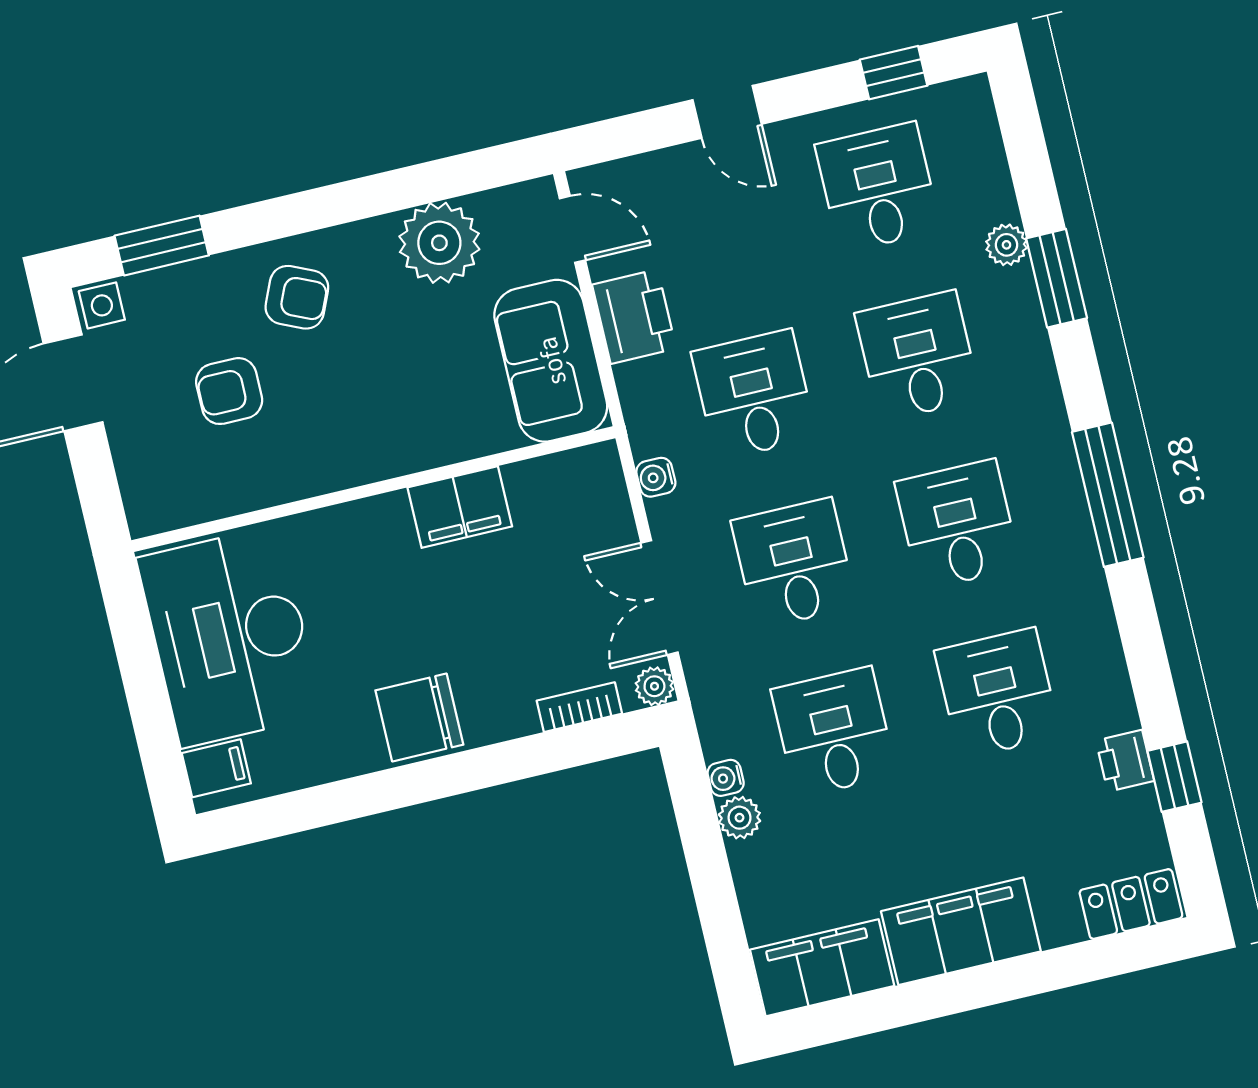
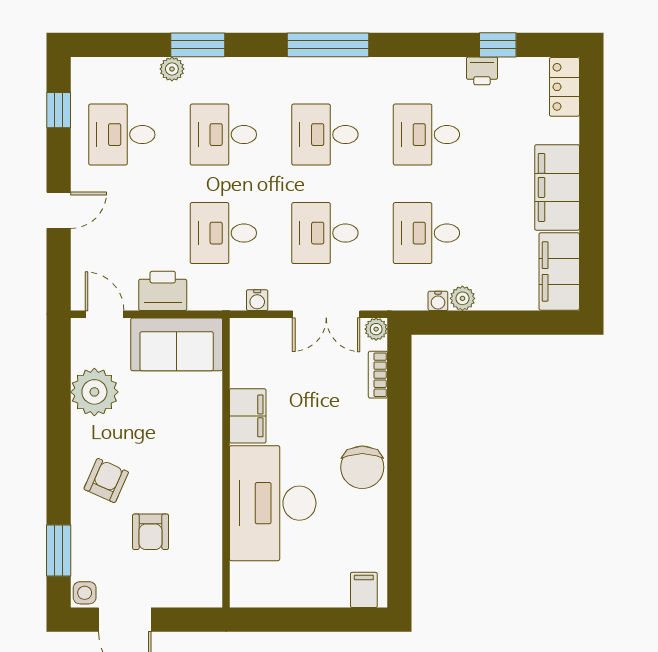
door: (572, 229) -> (105, 314), hinge flipped
desk: (230, 637) -> (273, 503), moved, turned 90

